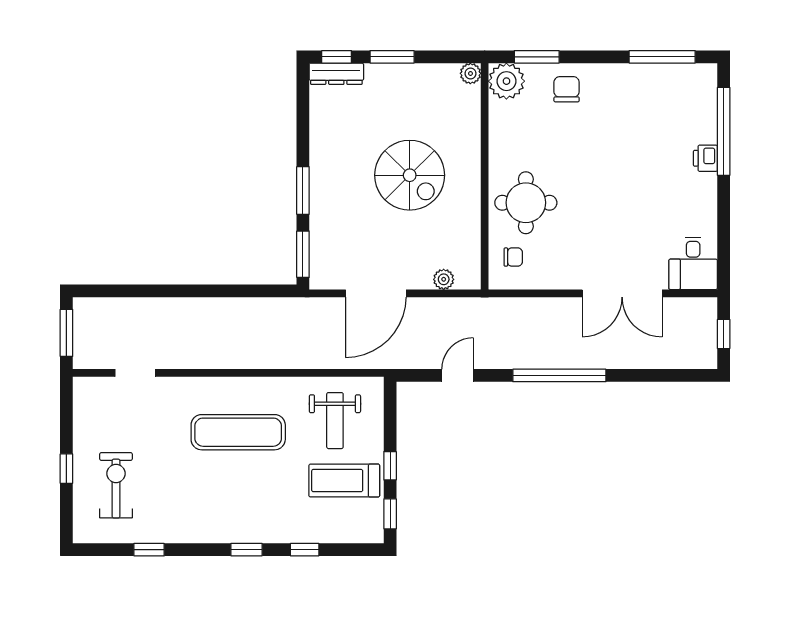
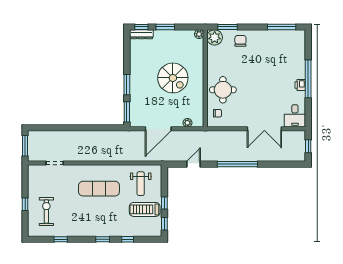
window: (724, 131) -> (308, 79), moved
printer: (705, 158) -> (300, 85), moved

